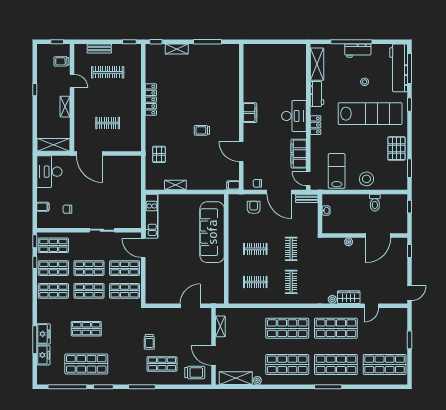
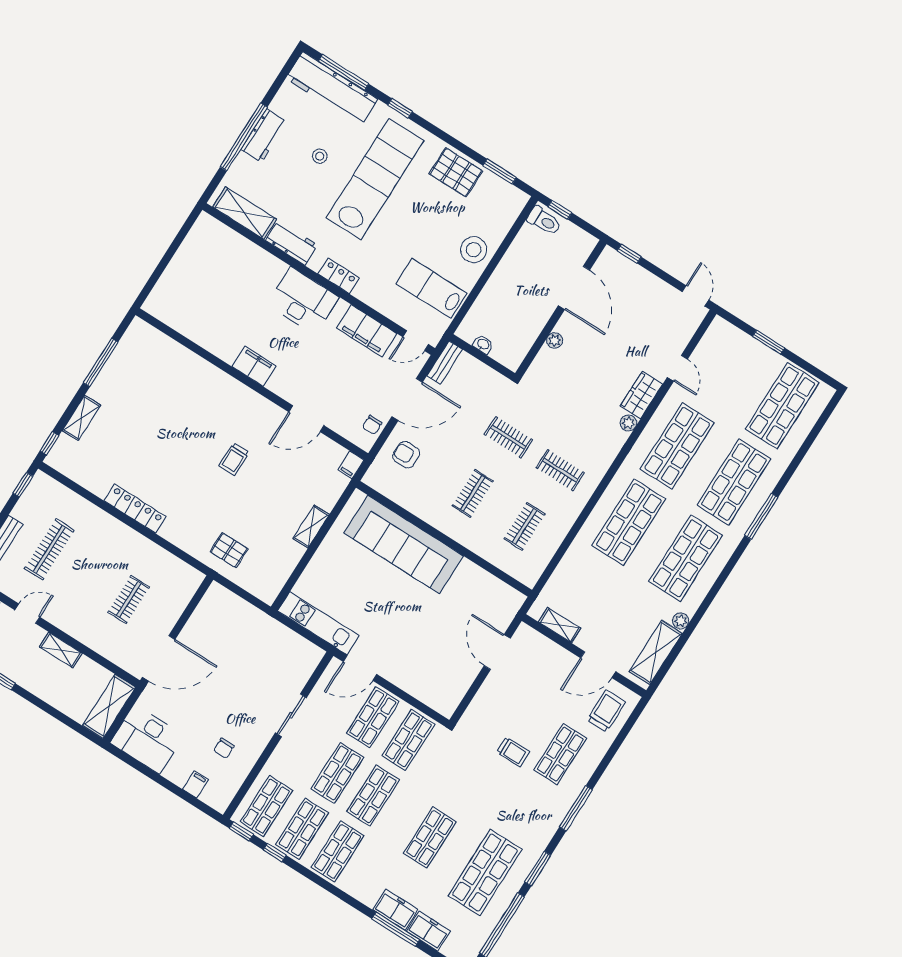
shelving: (175, 185) -> (311, 526), moved
toilet: (375, 203) -> (544, 221), moved

